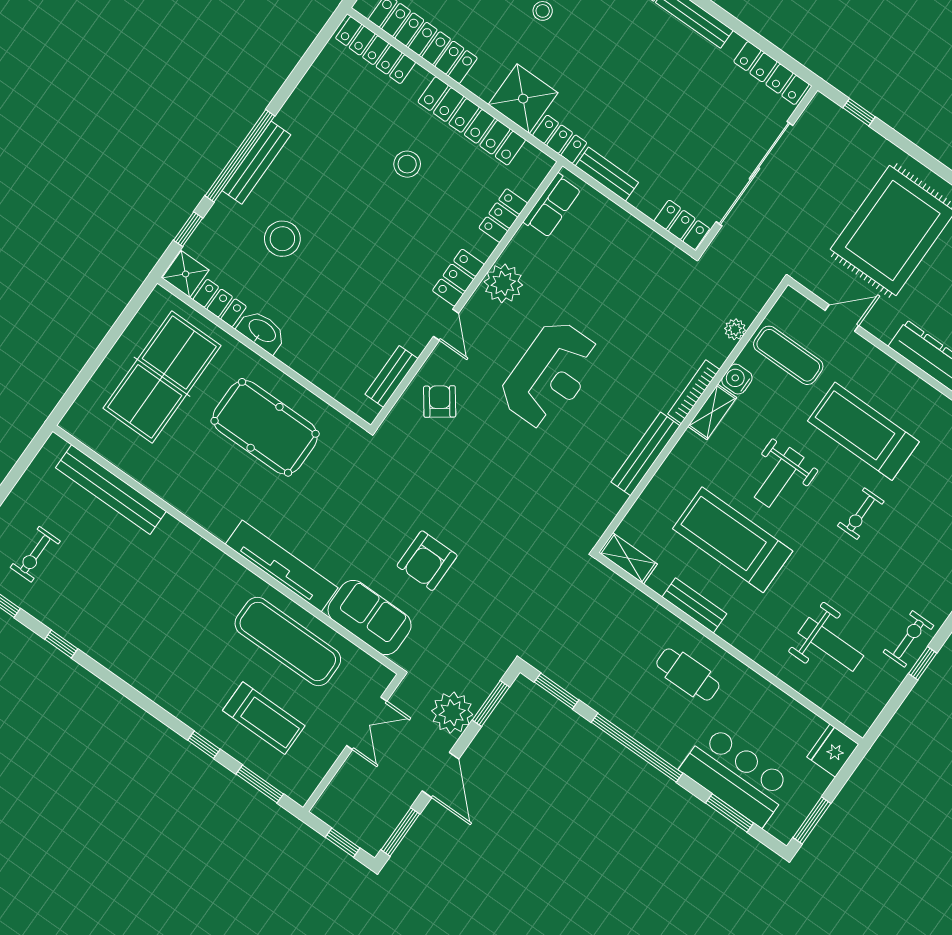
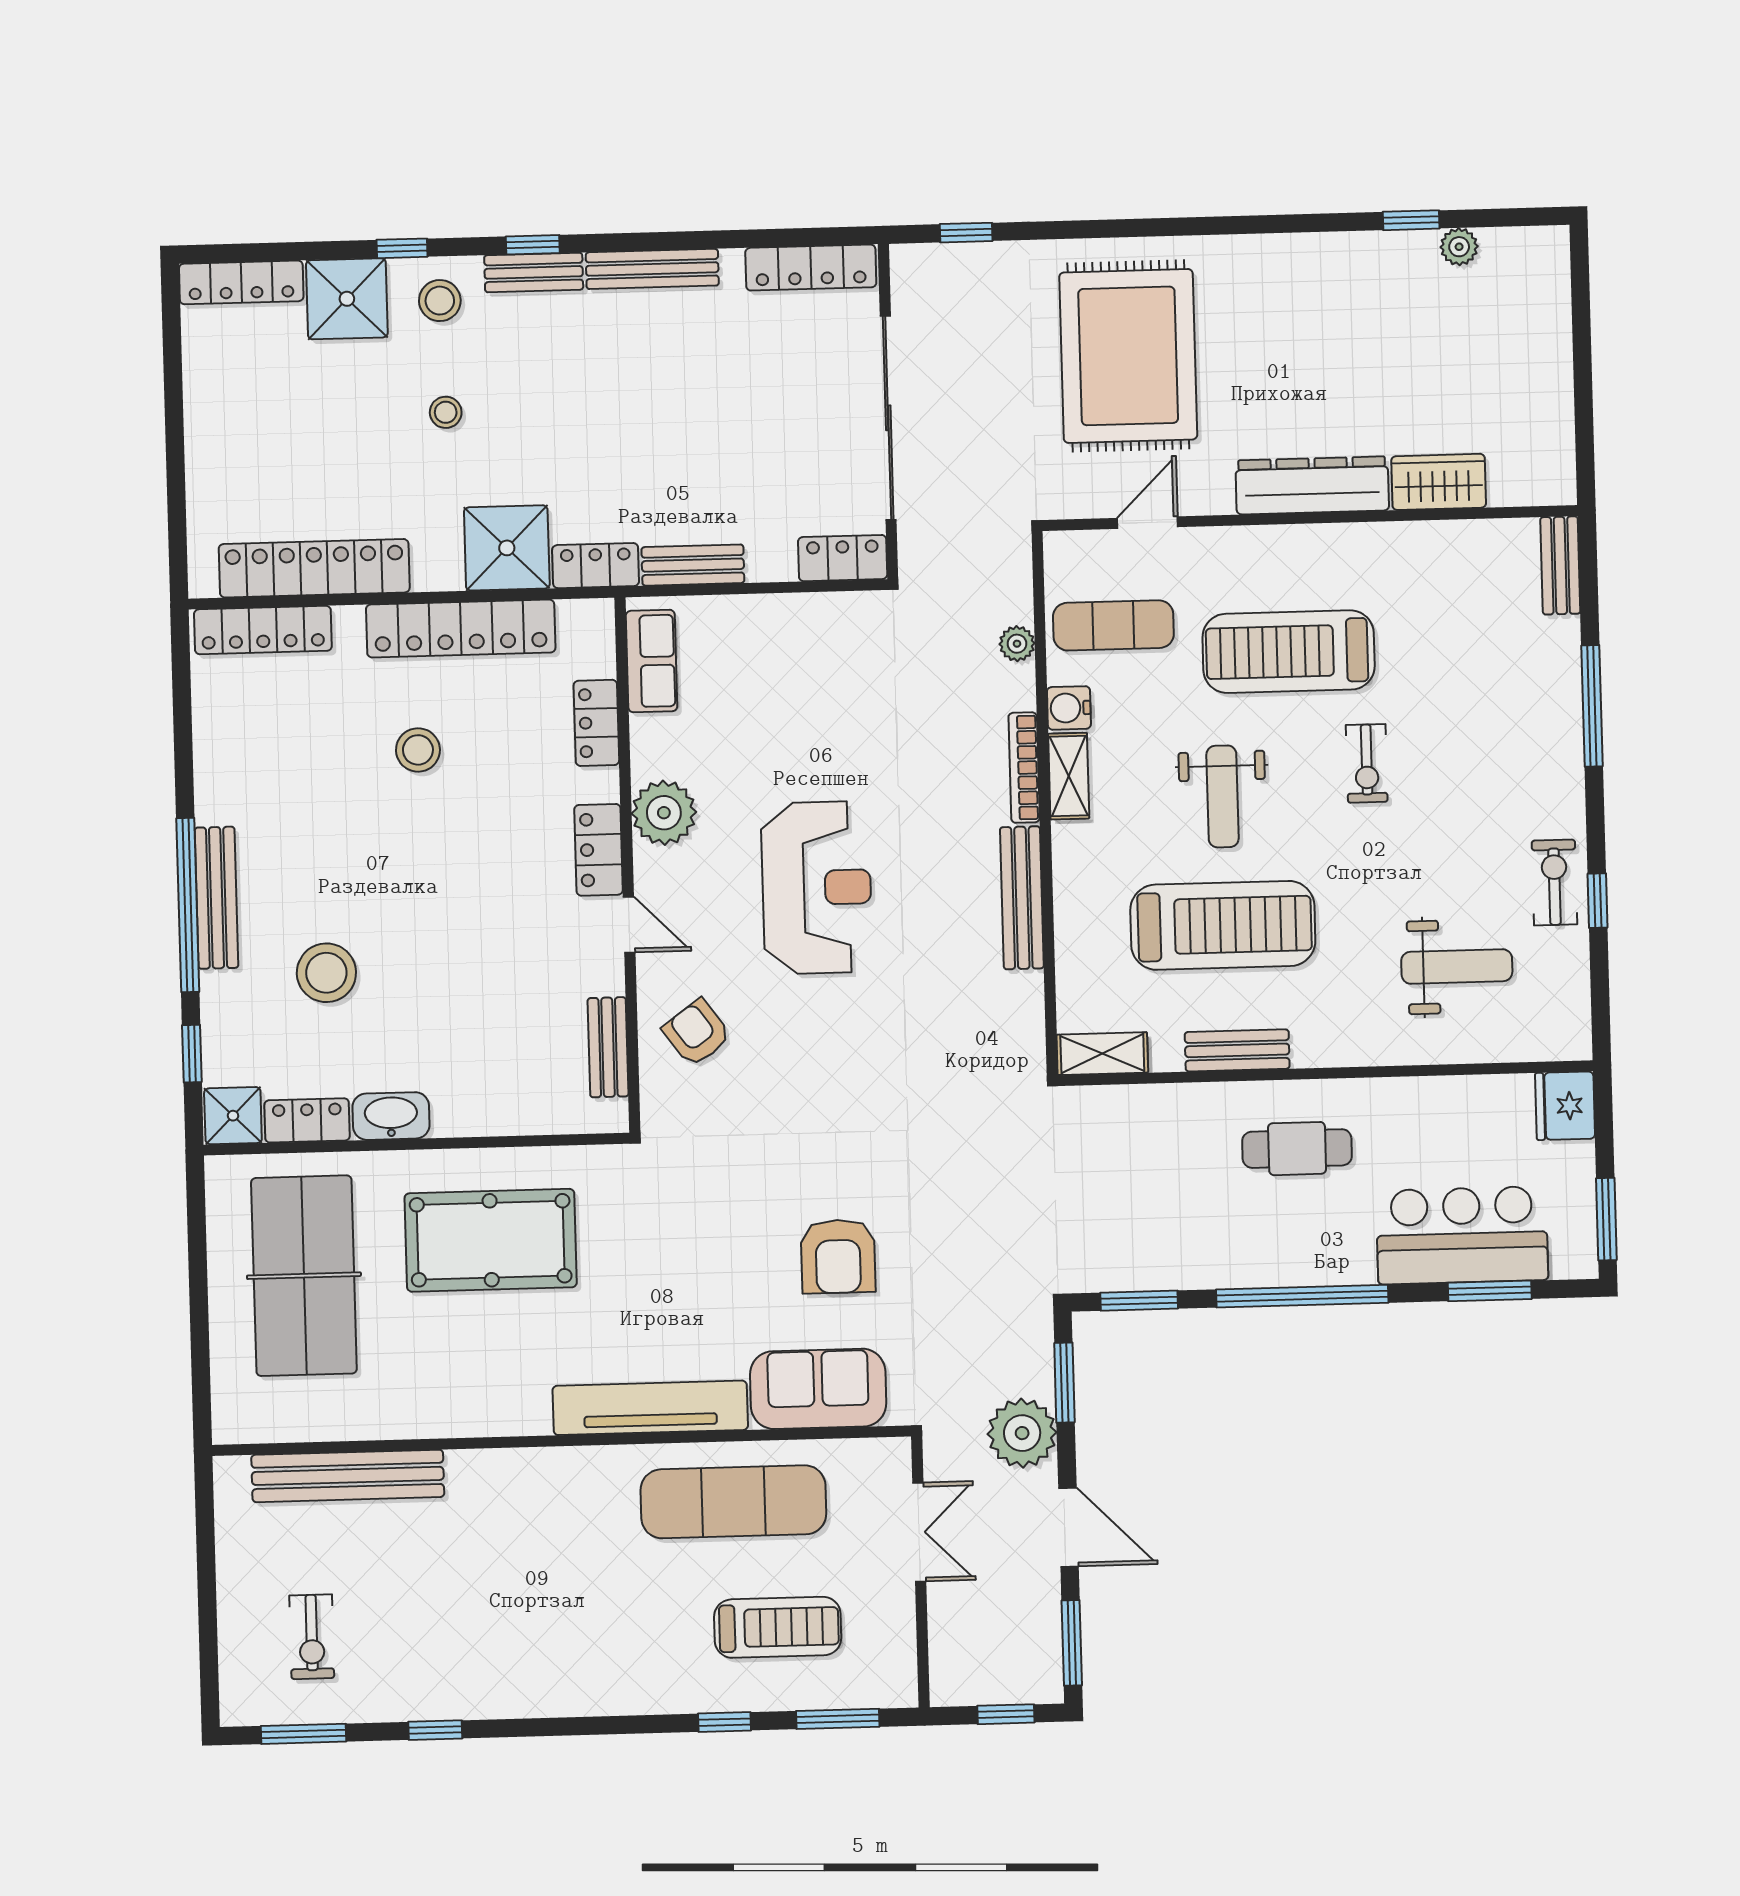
treadmill: (733, 540) -> (1223, 925), turned 180

